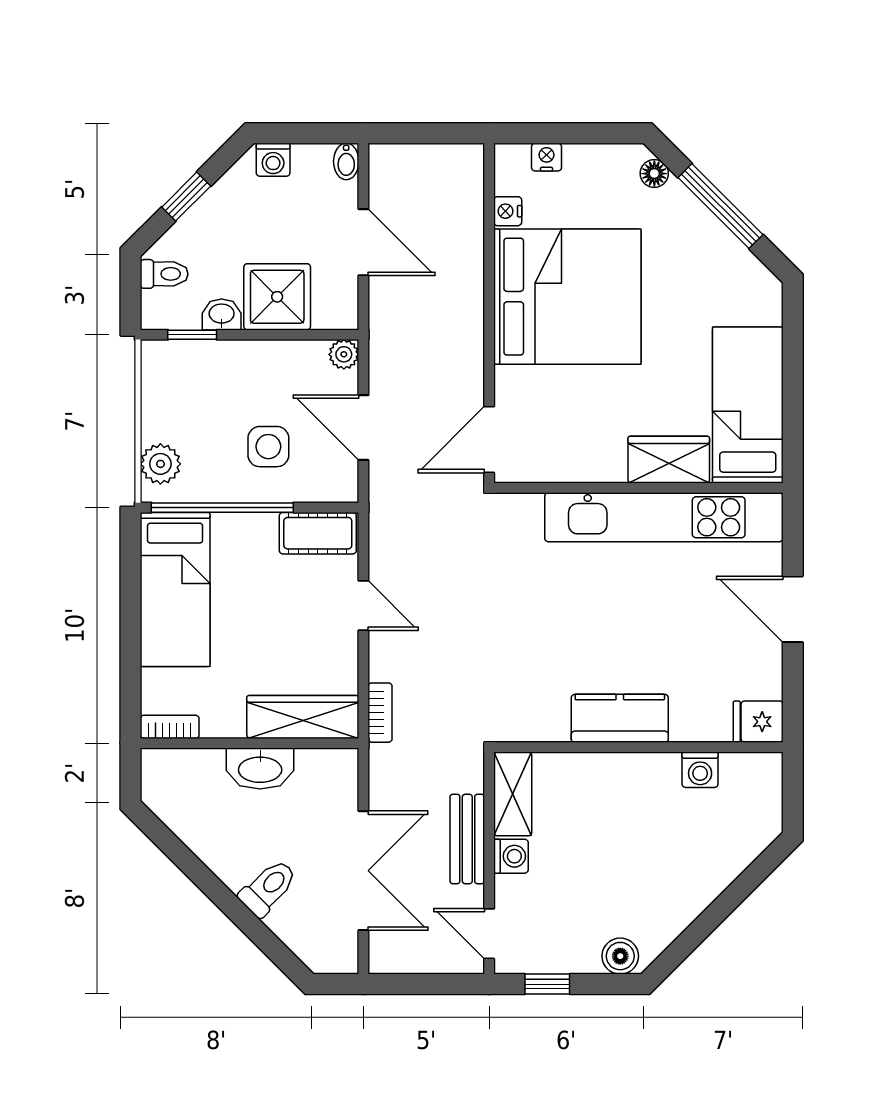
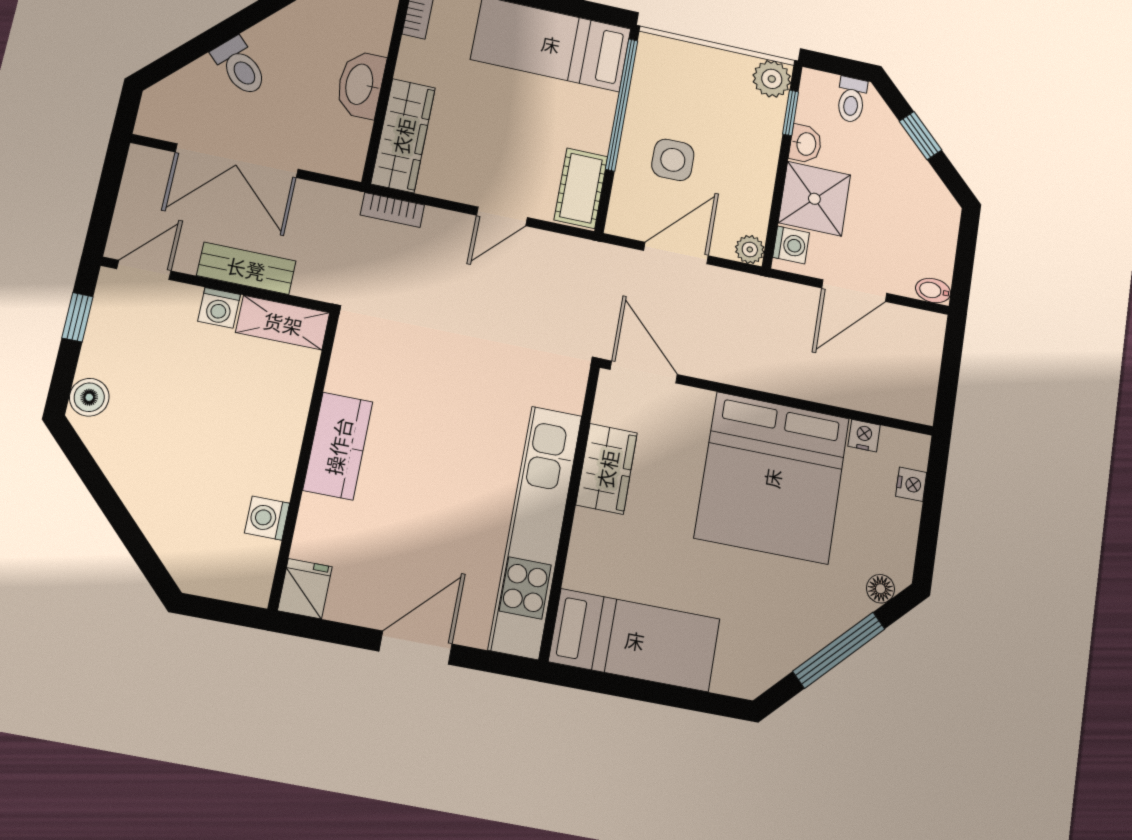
washing machine: (273, 160) -> (791, 245), moved, turned 180
wardrobe: (669, 460) -> (607, 469), moved
plant: (160, 464) -> (772, 79), moved

